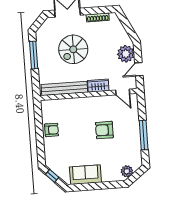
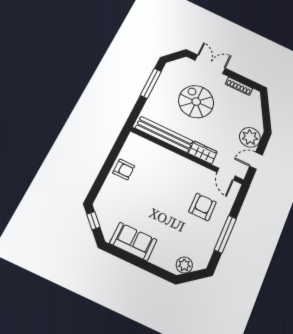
spiral stairs: (73, 49) -> (196, 102), turned 90
armchair: (104, 130) -> (202, 207), moved, turned 90

